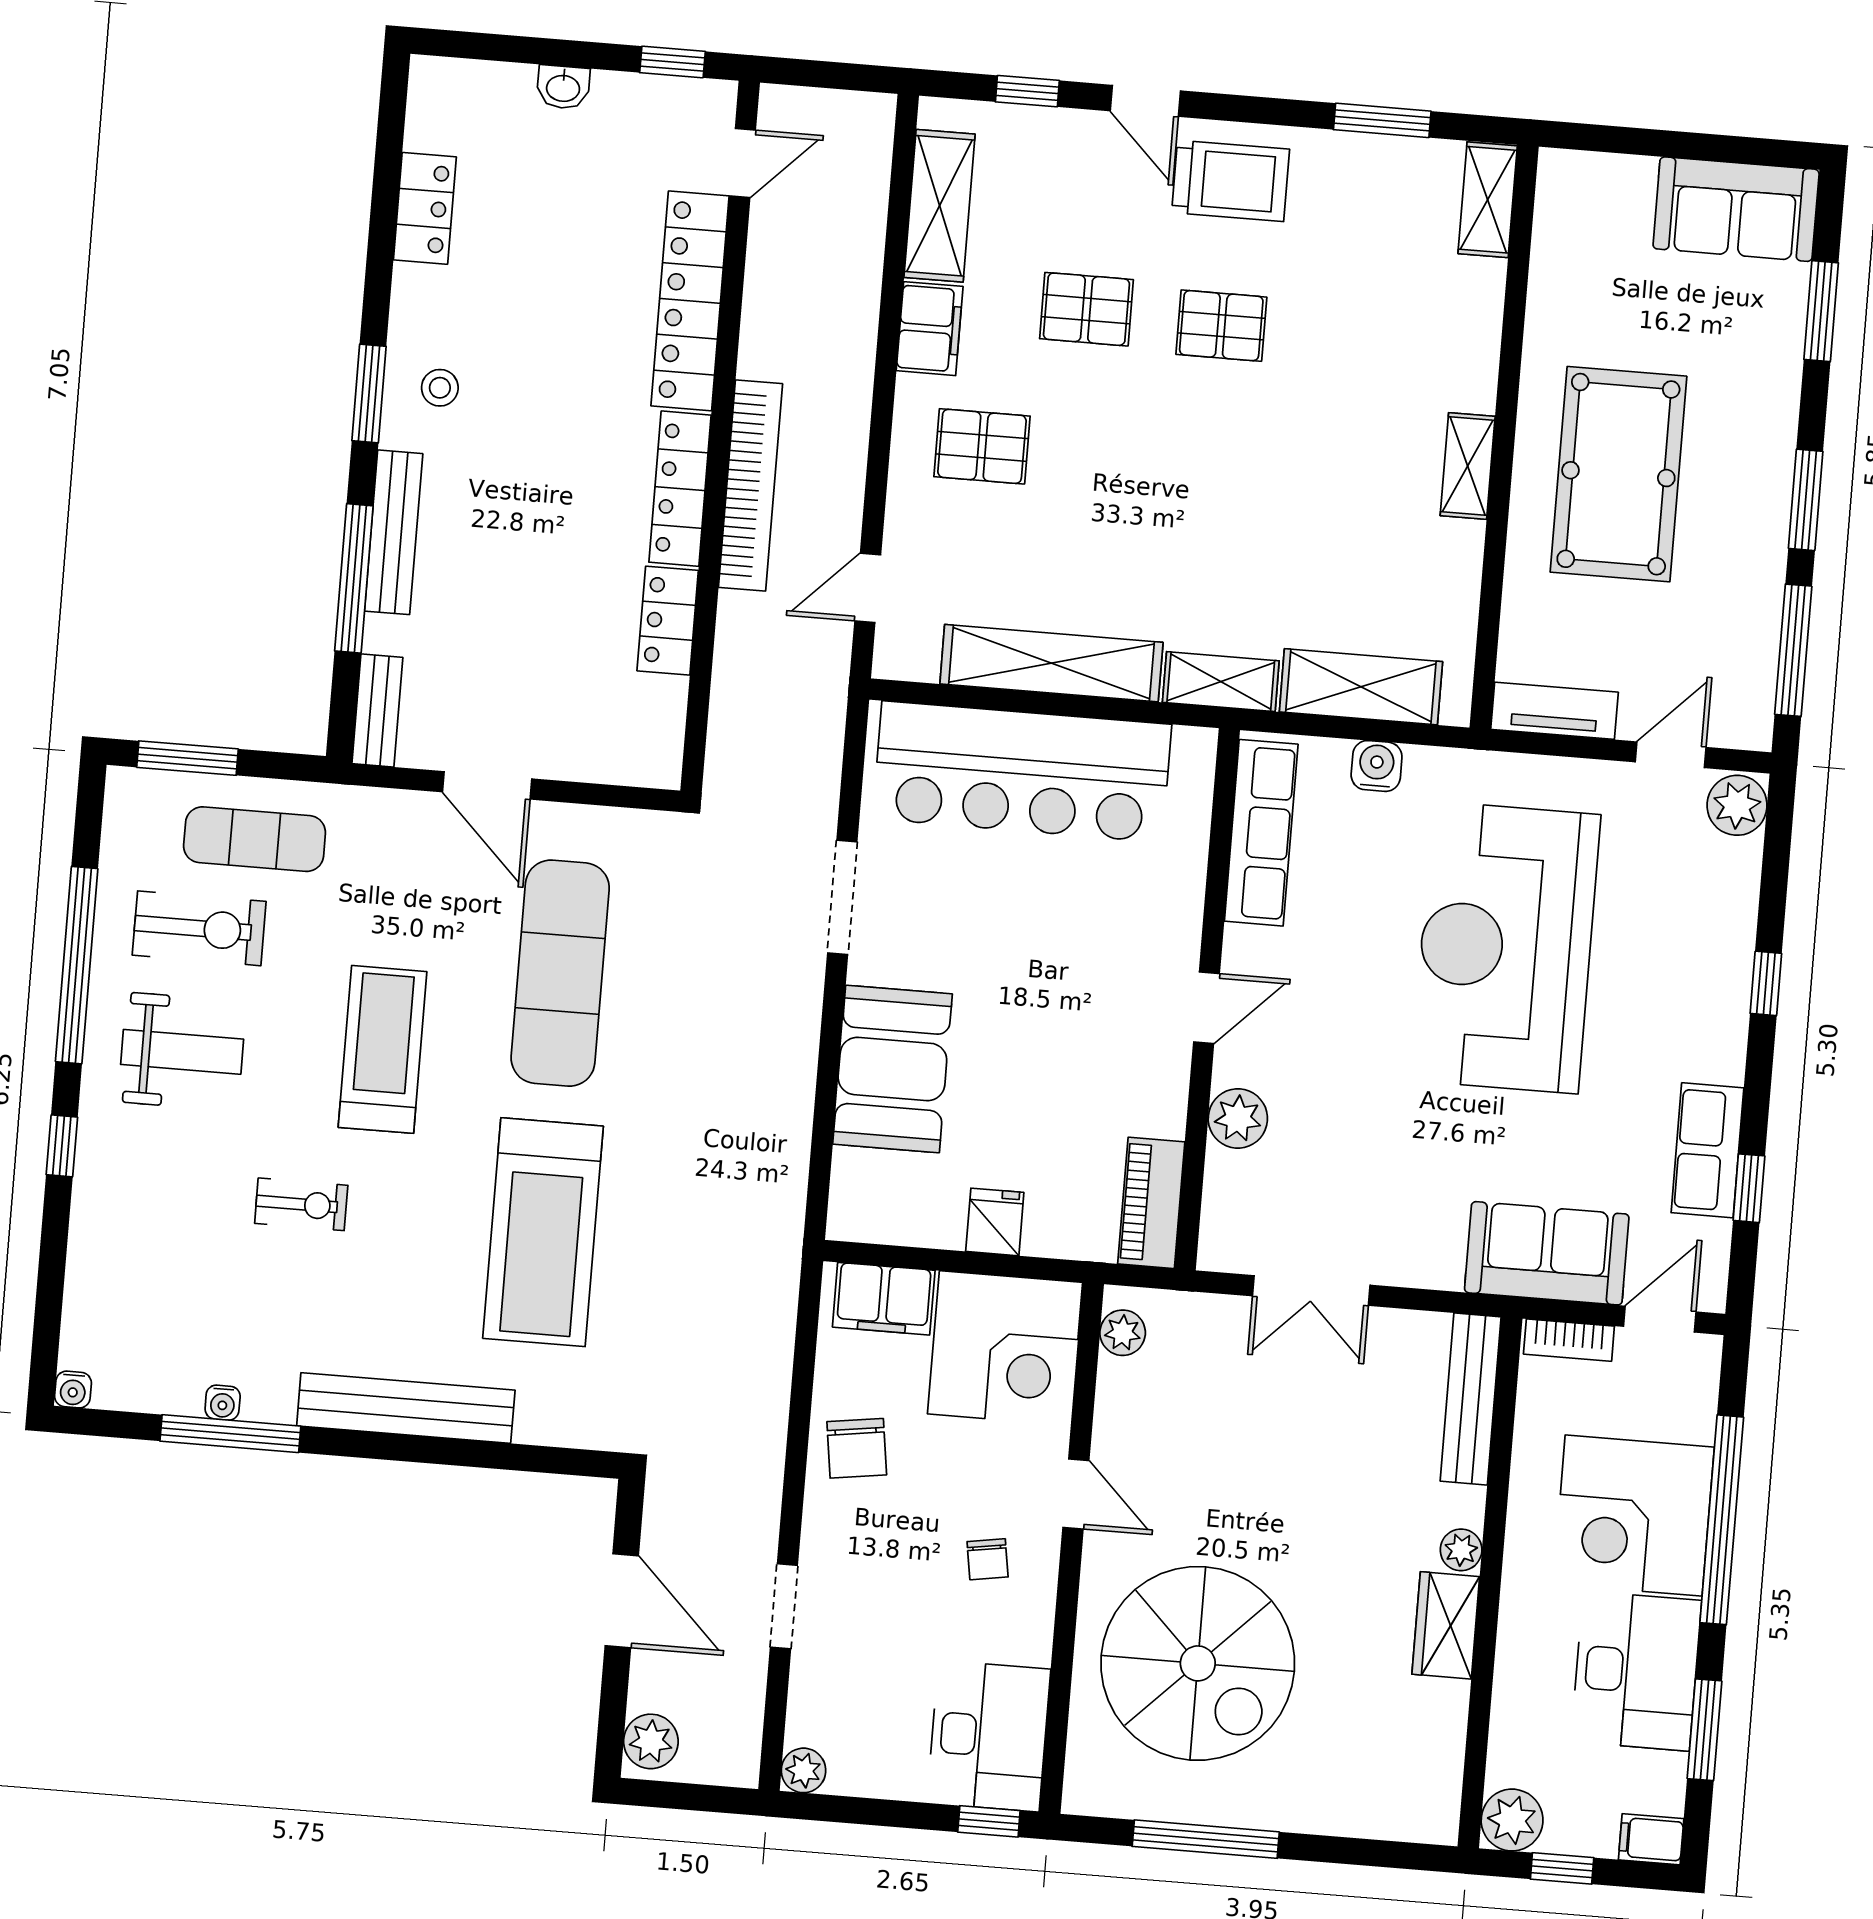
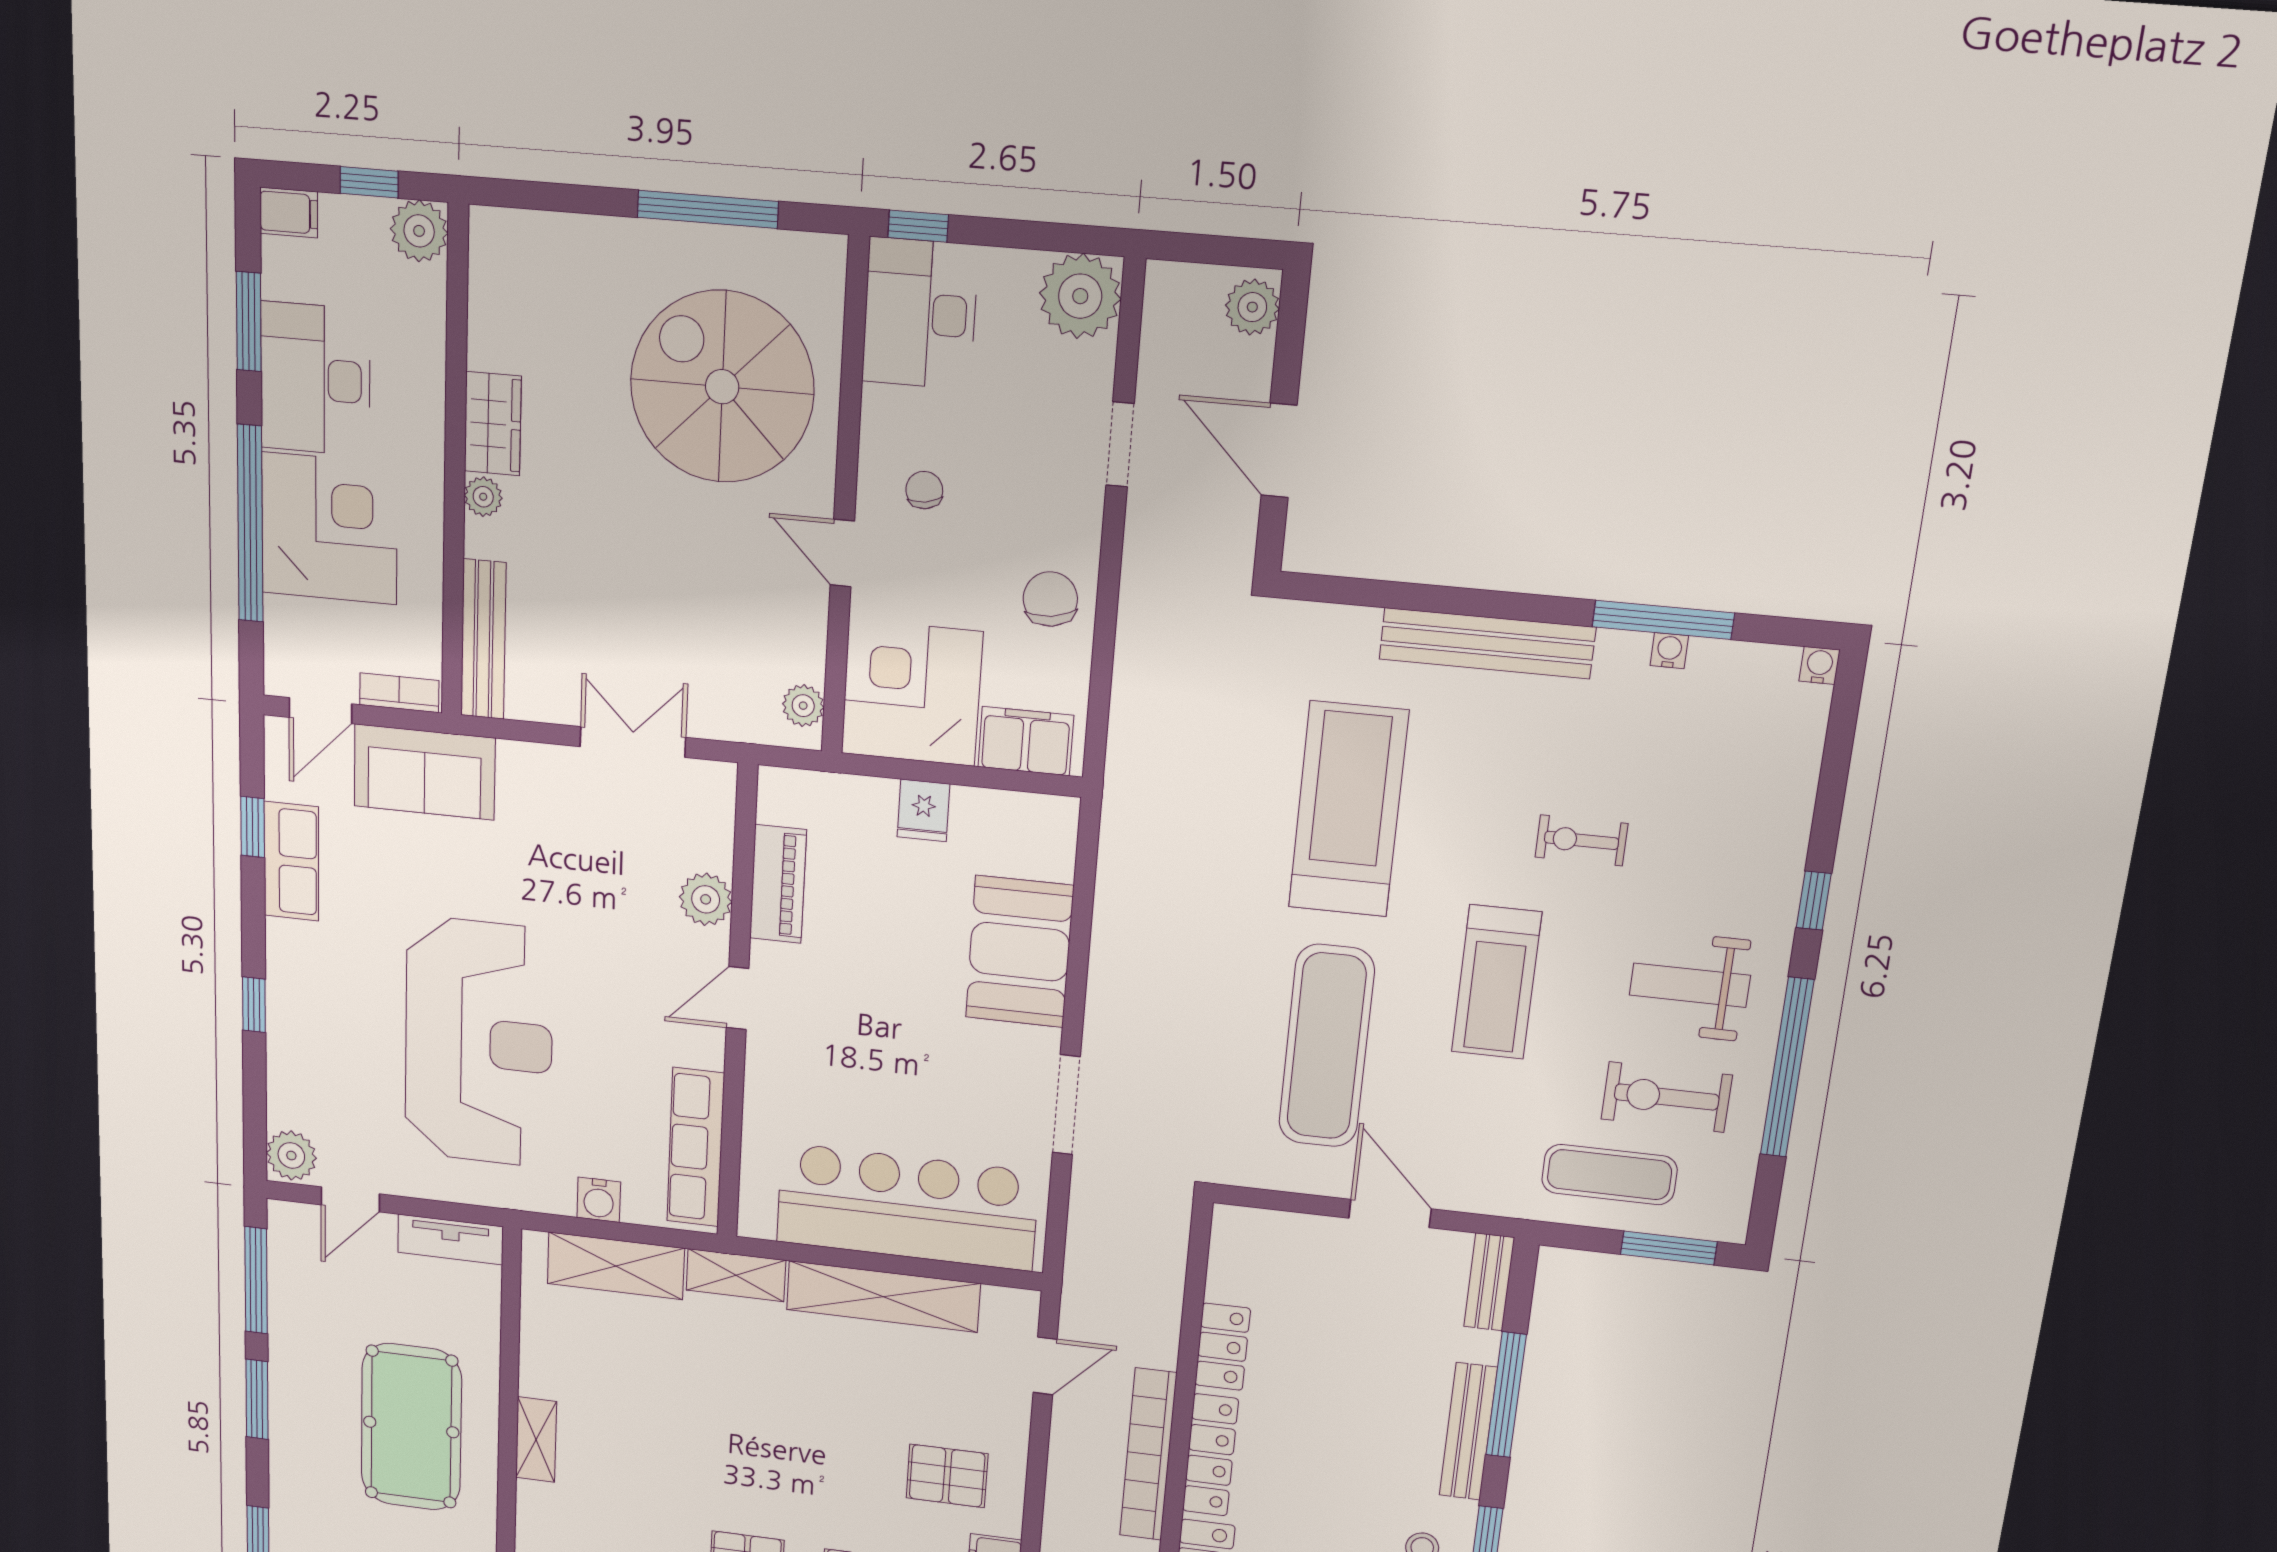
piano: (1151, 1203) -> (778, 884), moved
plant: (803, 1770) -> (1080, 296), width x1.87, depth x1.87

